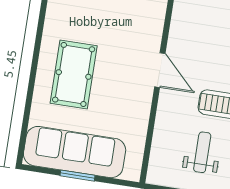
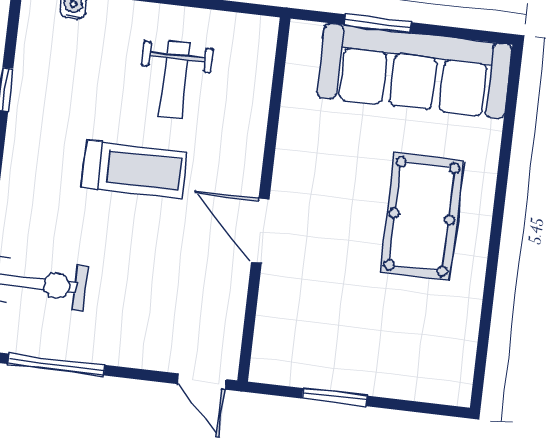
window: (78, 176) -> (378, 24), moved

